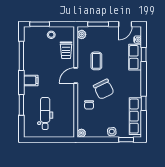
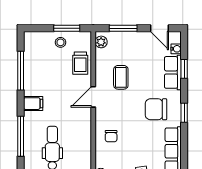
window: (40, 24) -> (67, 28), moved
door: (125, 24) -> (159, 28), hinge flipped
chair: (104, 89) -> (156, 109), moved, turned 116
window: (144, 103) -> (184, 113), moved
window: (21, 105) -> (21, 136), width x1.44

